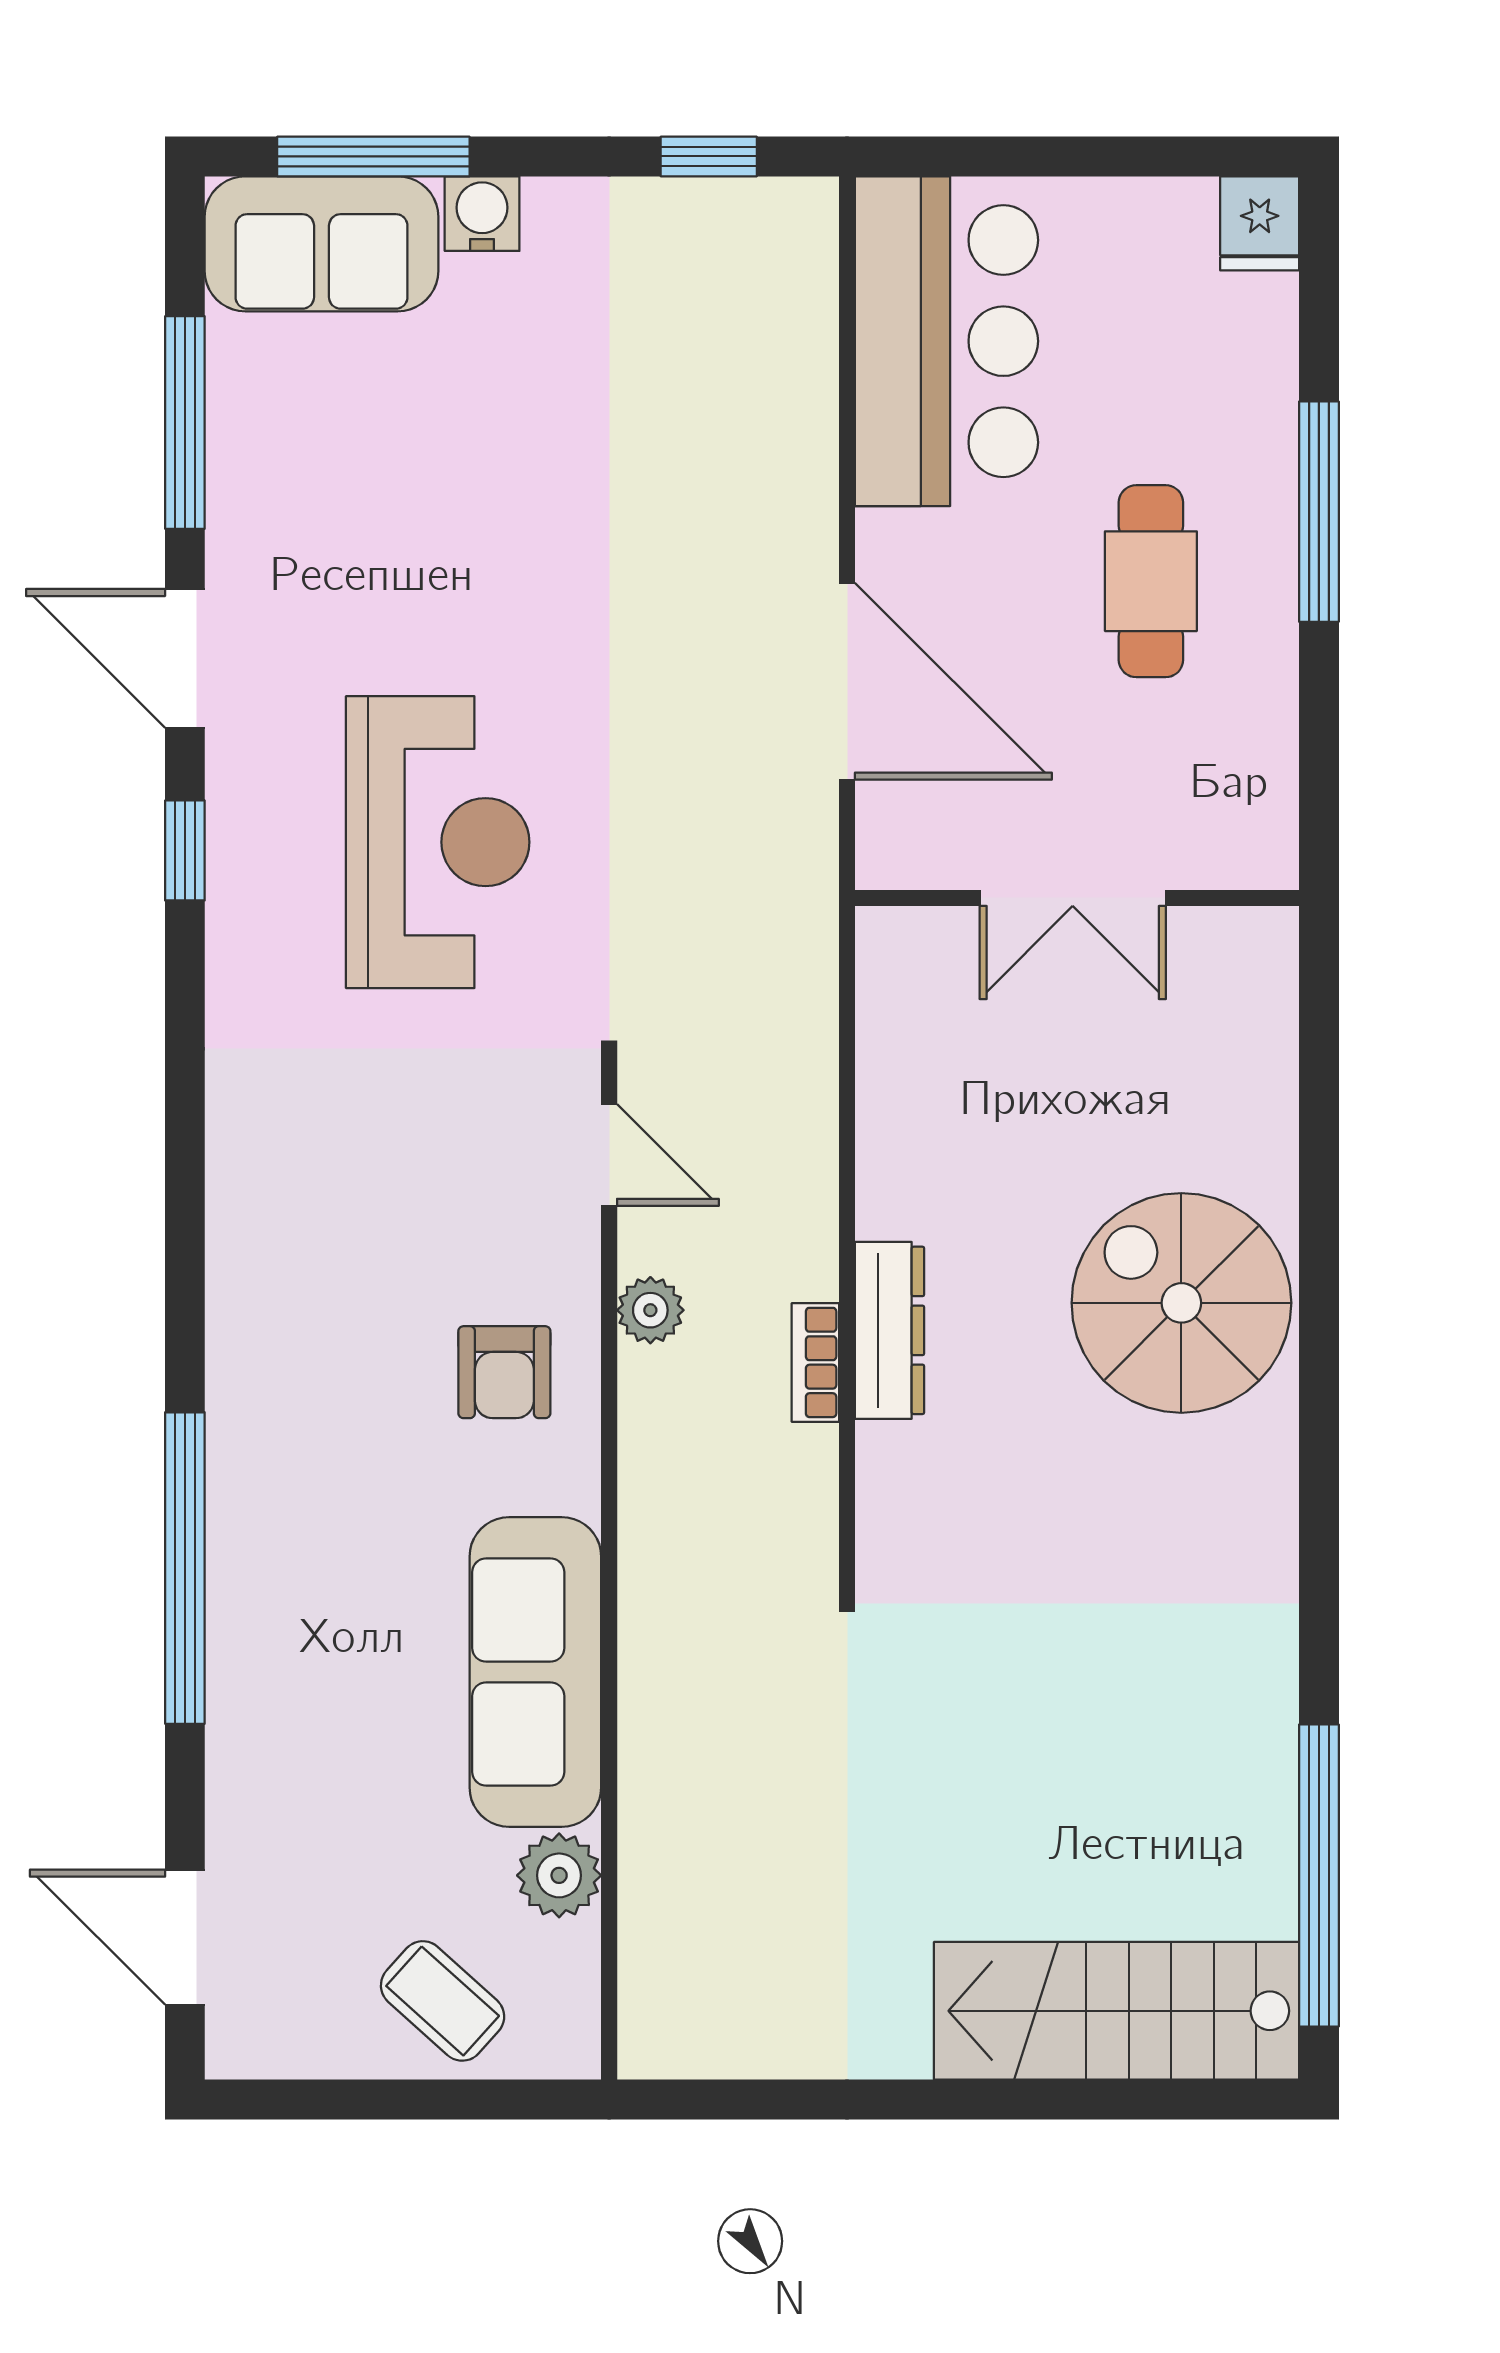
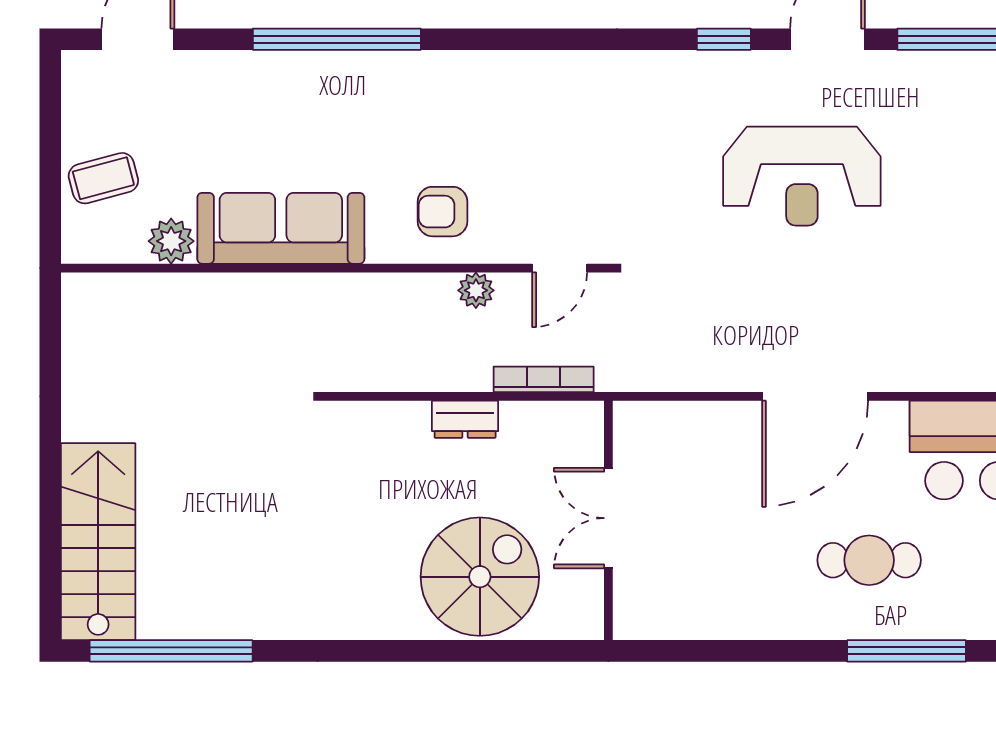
reception desk: (438, 842) -> (802, 176), moved
double door: (1073, 898) -> (608, 518), moved
wall: (1077, 898) -> (608, 520), moved
dresser: (890, 1330) -> (465, 419), width x0.70
bookcase: (815, 1362) -> (544, 379), moved, width x1.56
coffee table: (443, 2001) -> (103, 178), turned 33

